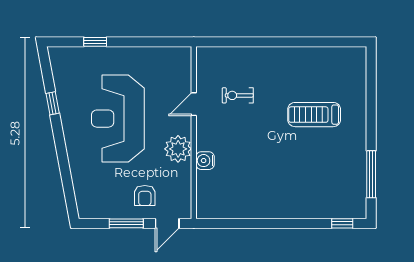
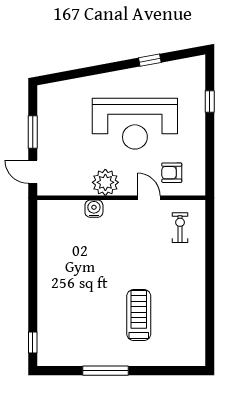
exercise bike: (238, 95) -> (180, 228), moved
reception desk: (118, 119) -> (135, 124), turned 180
window: (371, 174) -> (105, 371), moved
armchair: (145, 196) -> (172, 173), moved

